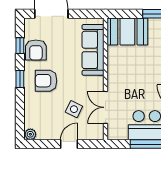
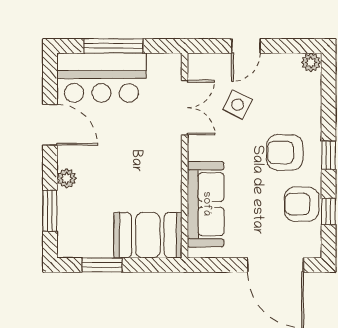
armchair: (36, 50) -> (302, 204), turned -90
armchair: (46, 81) -> (285, 152), turned 180

